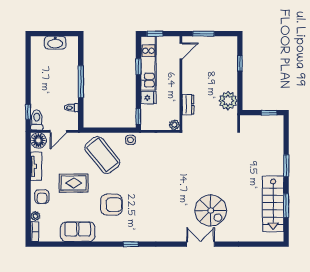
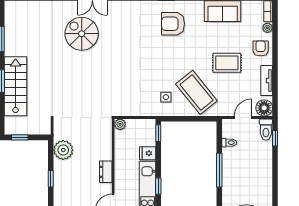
window: (240, 63) -> (51, 179), moved
dresser: (188, 105) -> (106, 172), moved
side table: (130, 140) -> (166, 97), moved
stairs: (273, 204) -> (16, 86), moved
armchair: (111, 205) -> (173, 24), moved

